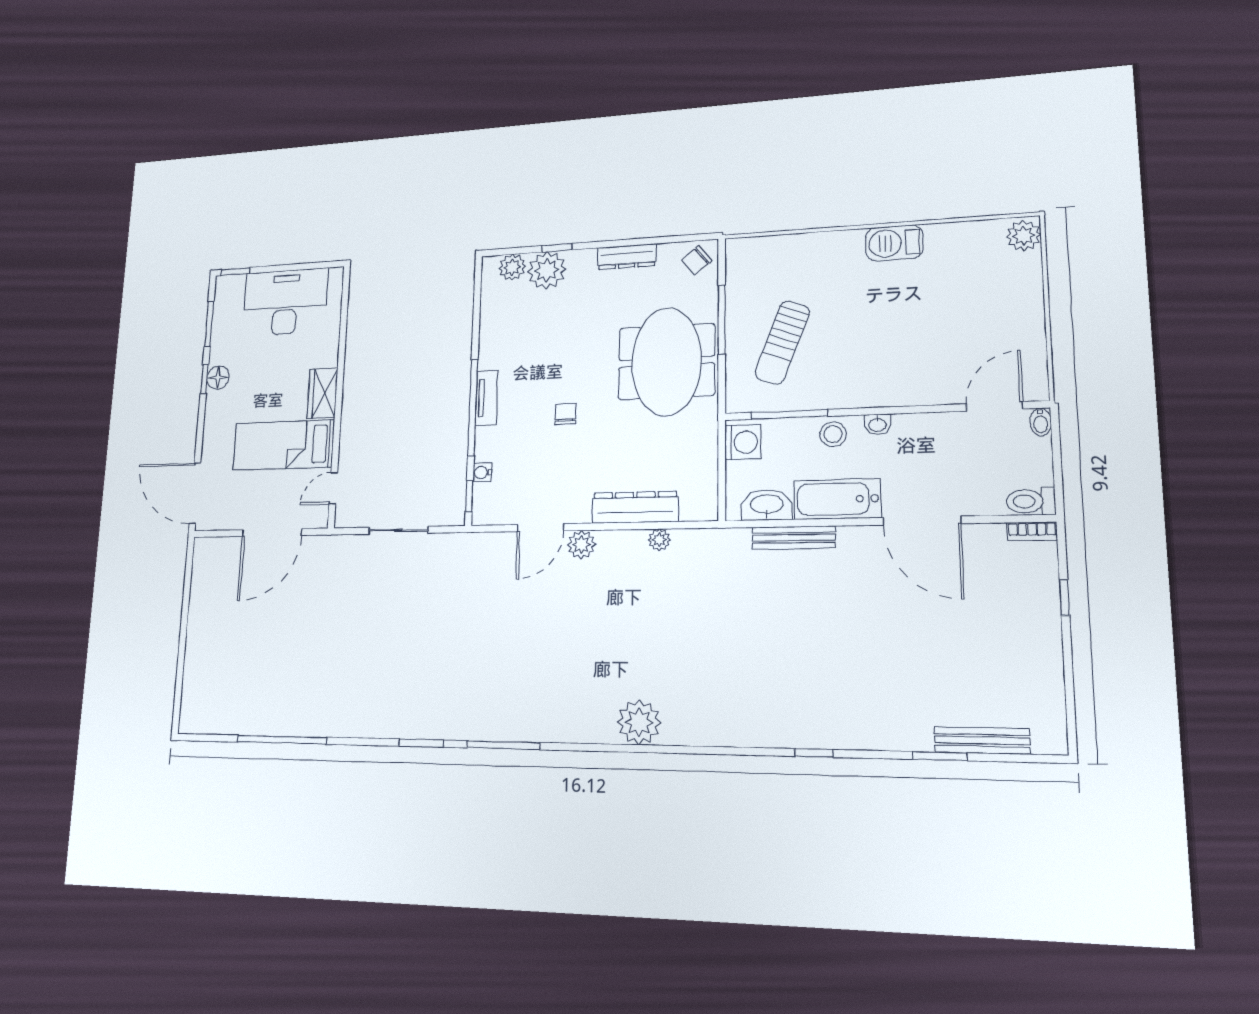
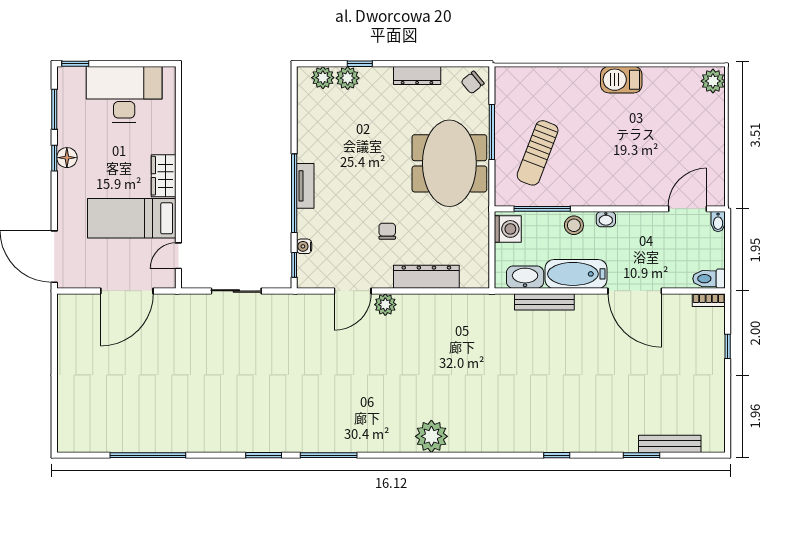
plant: (547, 270) -> (348, 78), width x0.73, depth x0.73
chair: (566, 414) -> (387, 231), moved
plant: (659, 540) -> (445, 302), removed

